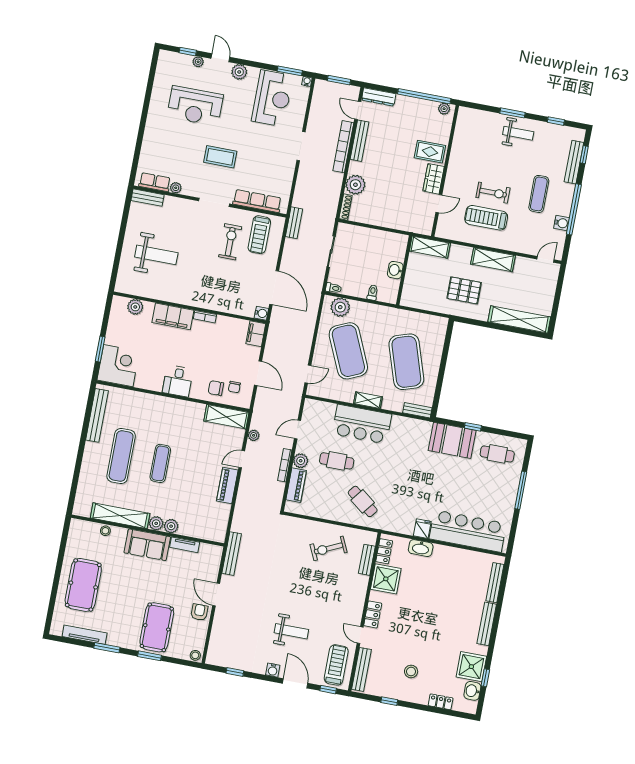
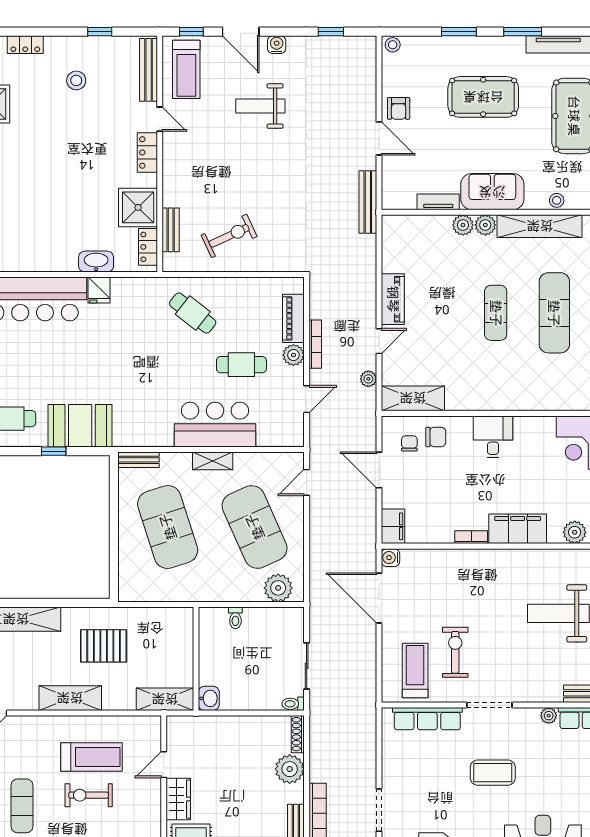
bench: (294, 223) -> (368, 697), removed
exercise bike: (230, 242) -> (455, 652), turned 180
washbasin: (395, 270) -> (209, 698), moved
toilet: (334, 288) -> (293, 704), moved
pool table: (157, 627) -> (483, 97), moved, turned 90

